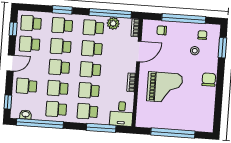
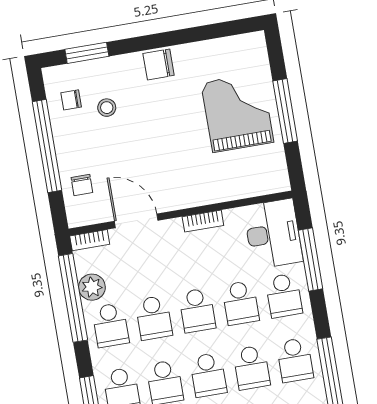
grand piano: (165, 87) -> (237, 112), moved
desk: (121, 114) -> (273, 234), width x1.37
window: (173, 133) -> (285, 111), width x0.68

